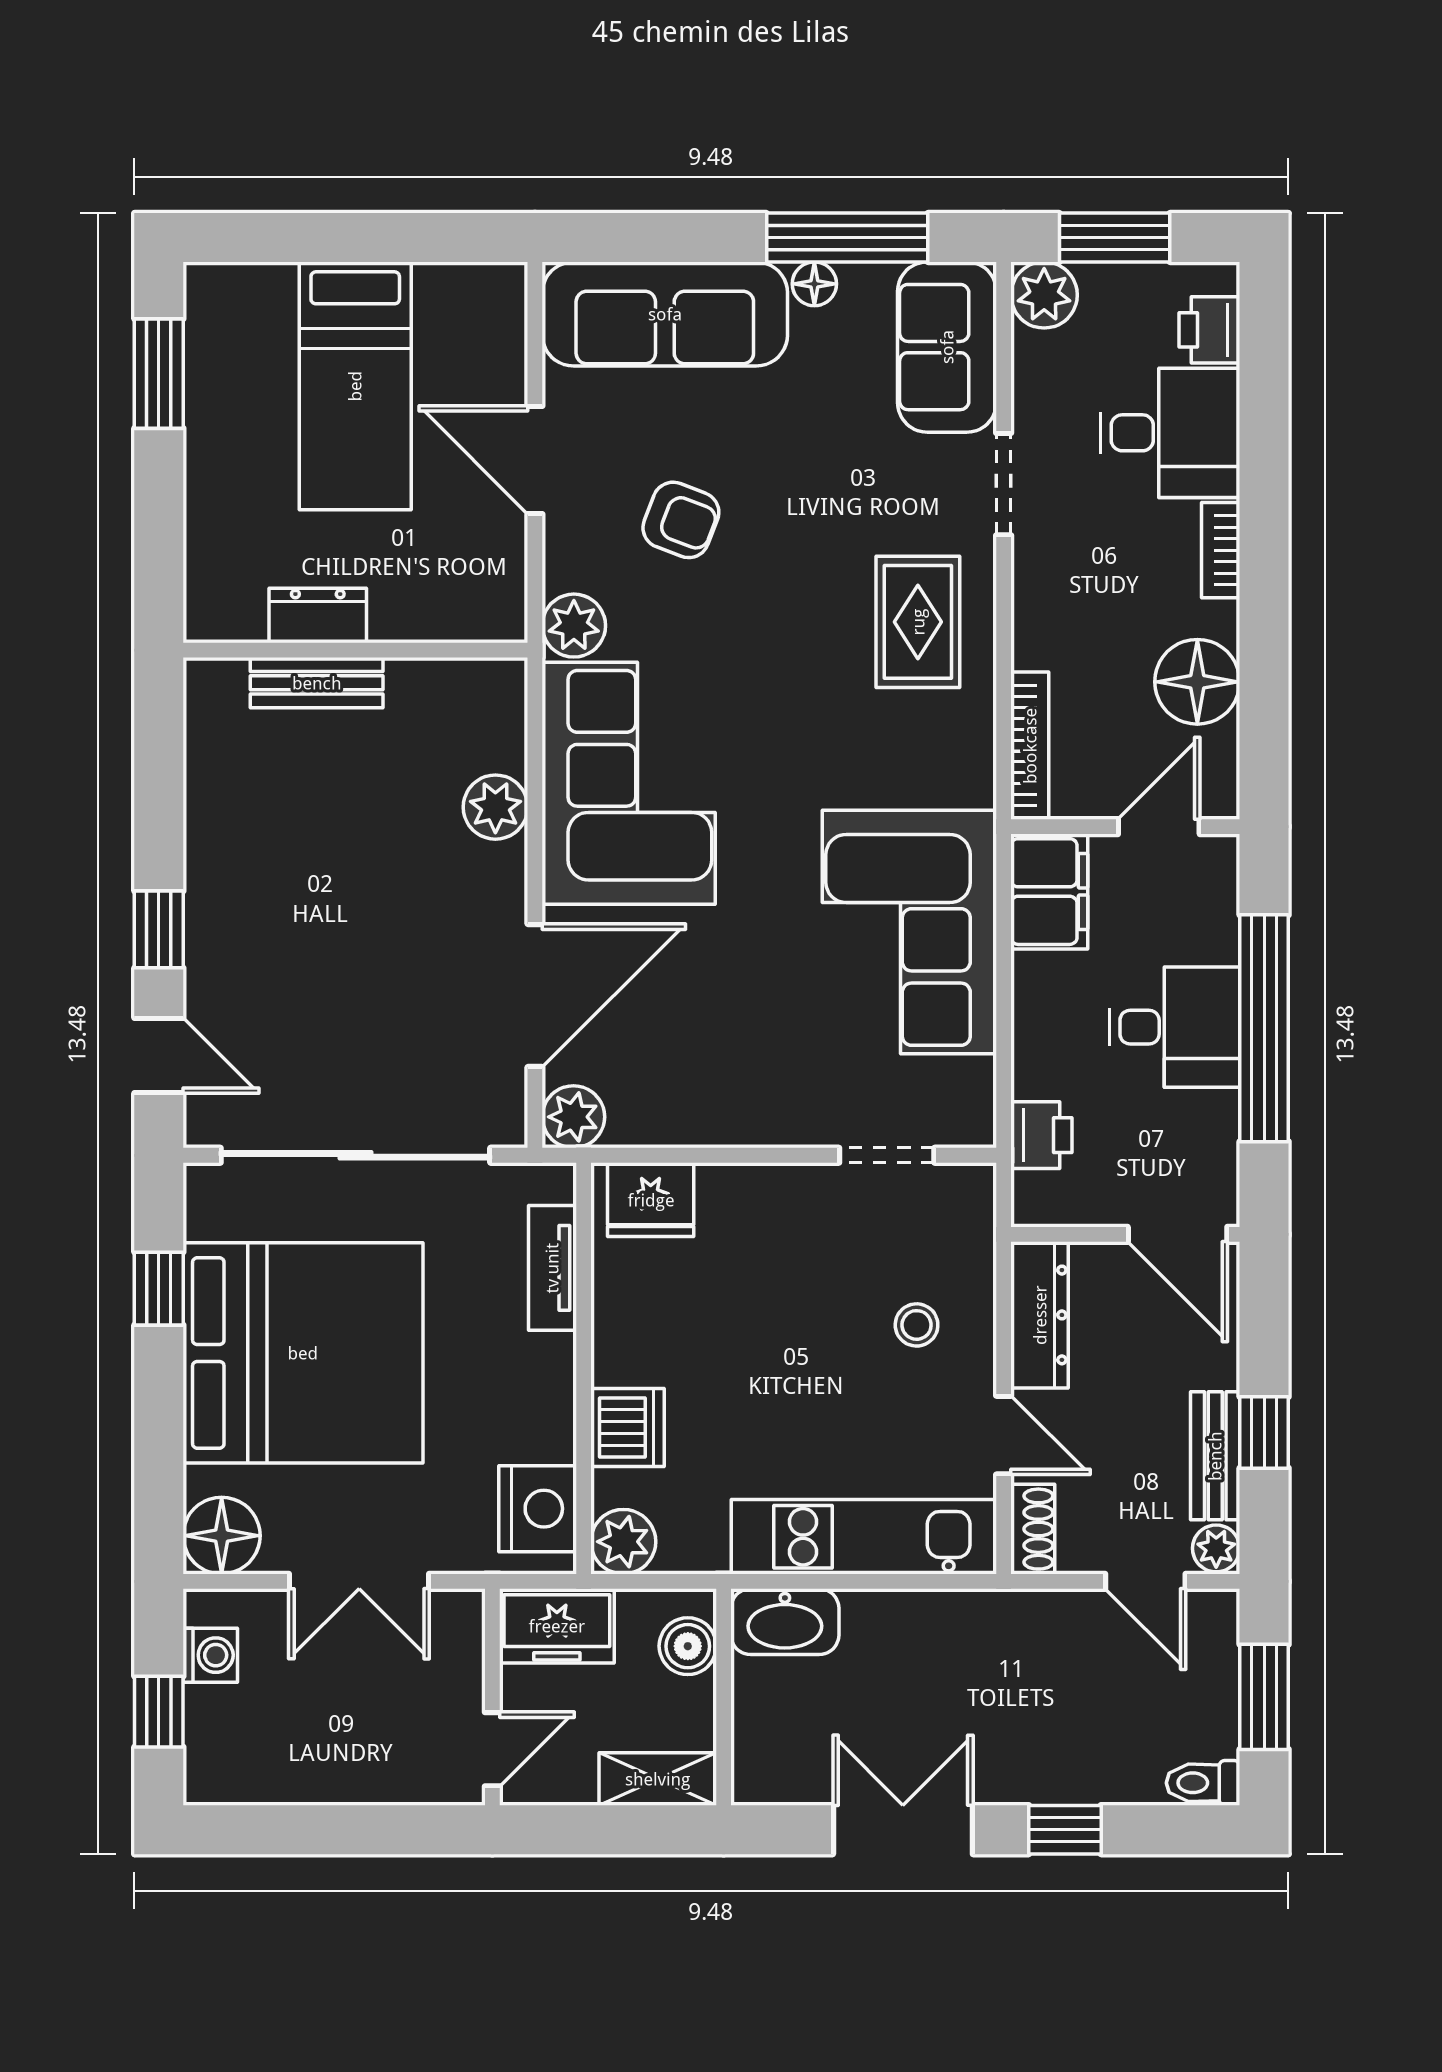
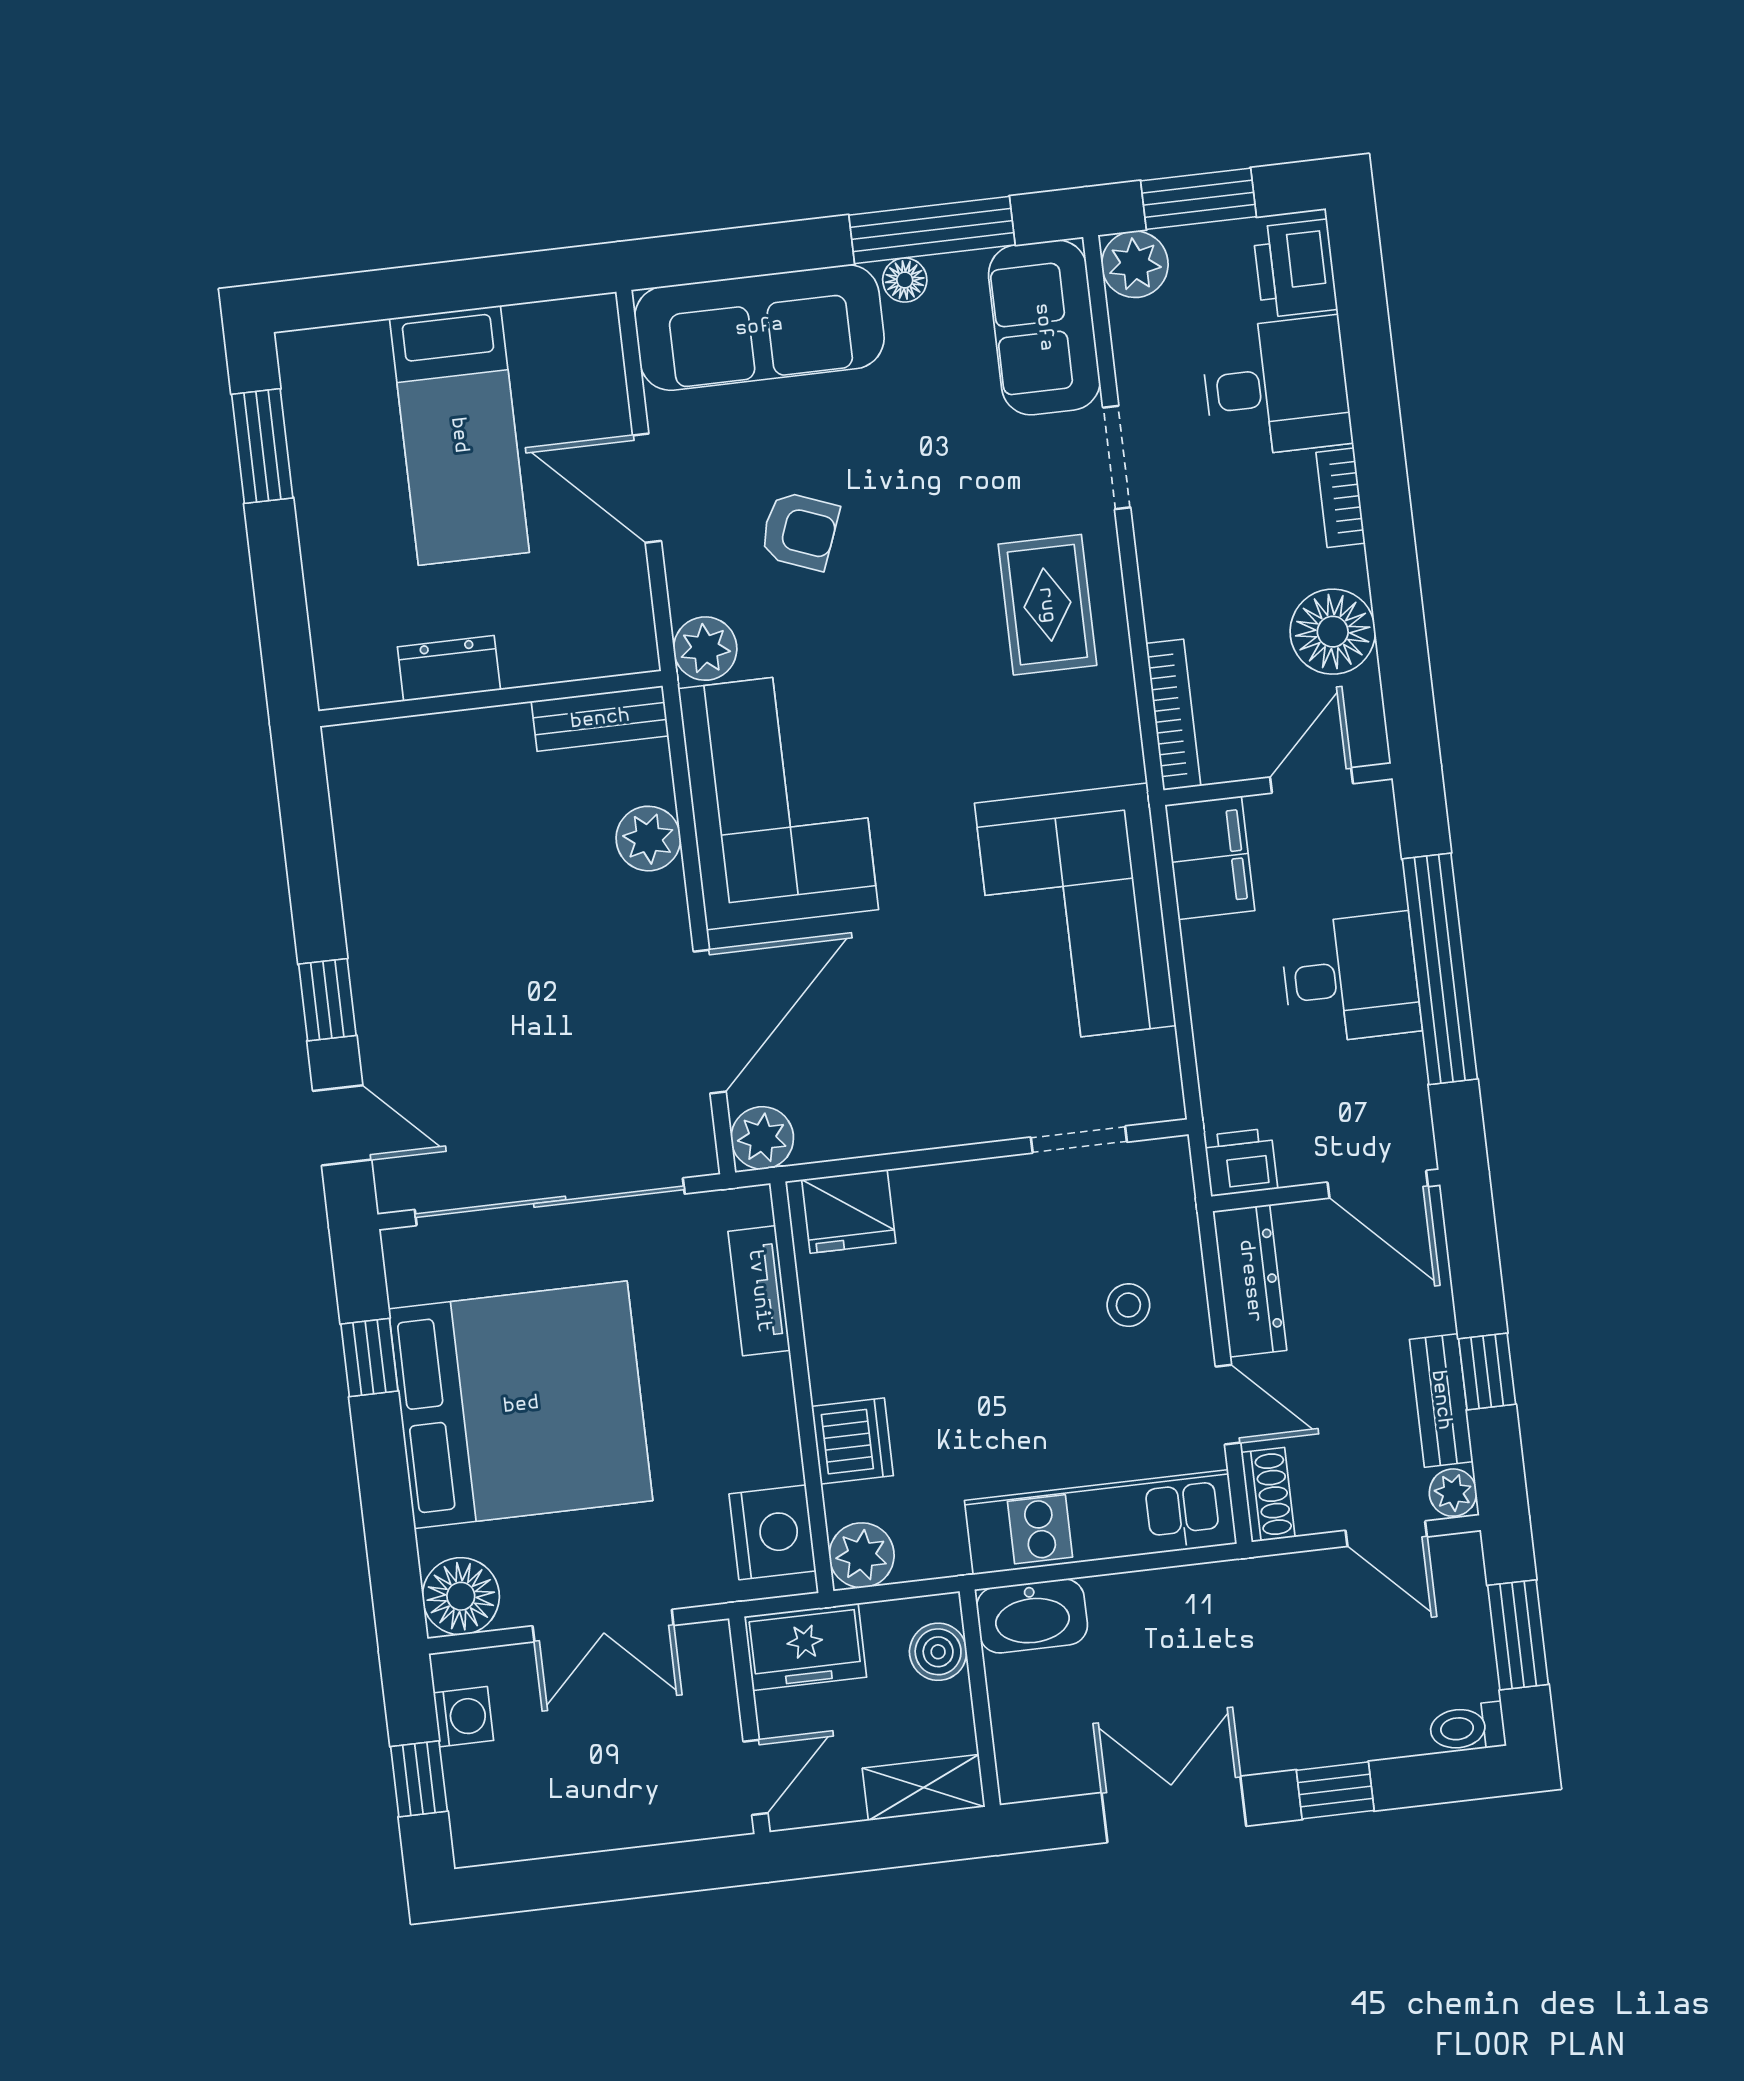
printer: (1209, 330) -> (1295, 268), width x1.36, depth x1.24
bench: (317, 683) -> (600, 719), moved
printer: (1041, 1135) -> (1241, 1162), moved, turned -90

